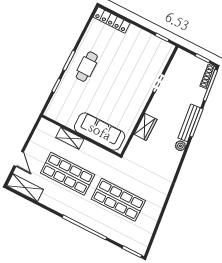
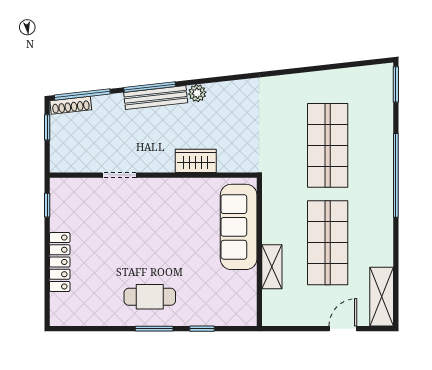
locker: (112, 20) -> (60, 262), moved

